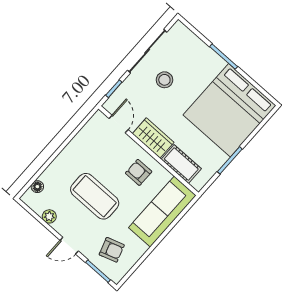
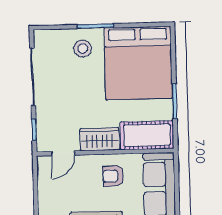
stool: (164, 80) -> (83, 49), moved
door: (119, 124) -> (63, 153), swing flipped
cot: (181, 164) -> (147, 135), width x1.37, depth x1.34

